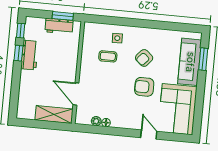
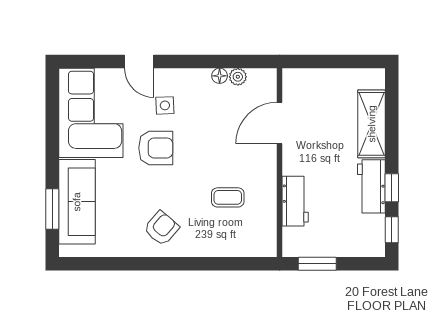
workbench: (59, 26) -> (295, 201), moved, turned 90
side table: (117, 38) -> (165, 105), moved
armchair: (144, 58) -> (161, 228), moved
door: (76, 94) -> (280, 123), swing flipped
shelving: (54, 114) -> (372, 124), moved, turned 90

